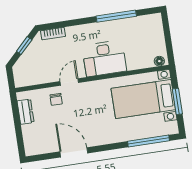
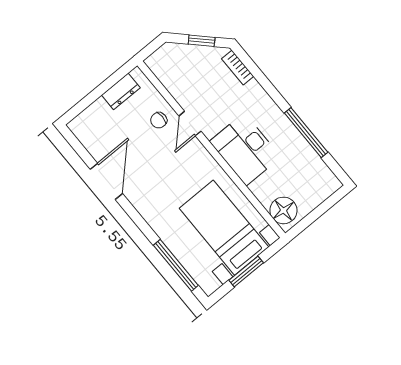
floor lamp: (159, 61) -> (283, 210), width x1.89, depth x1.89
door: (69, 82) -> (190, 124), swing flipped

